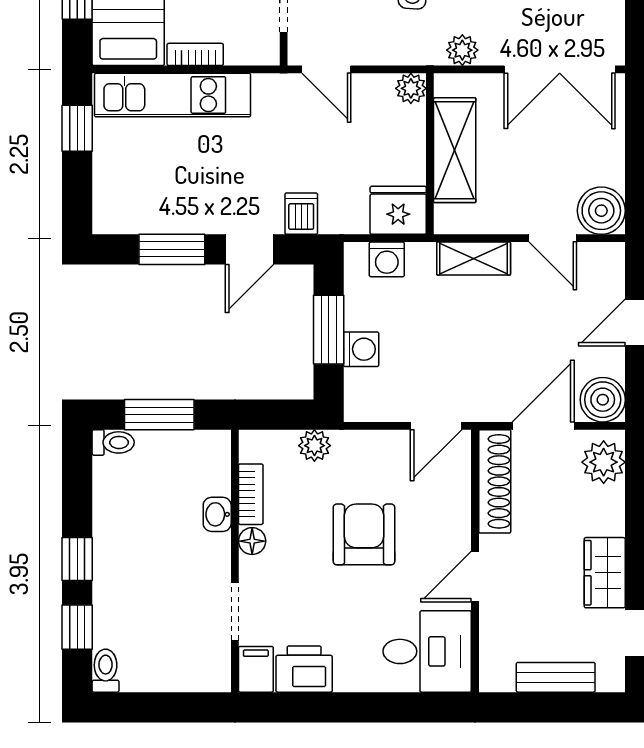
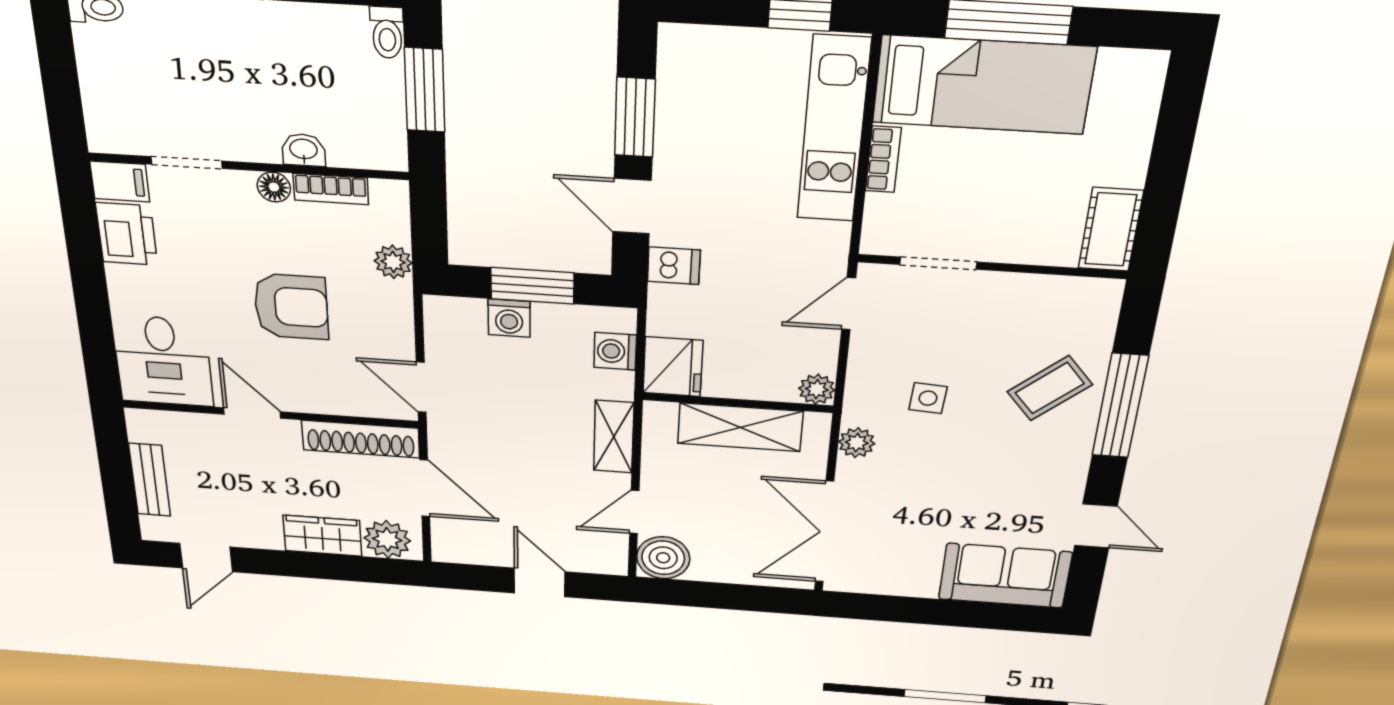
boiler: (603, 400) -> (455, 544), removed
wardrobe: (605, 573) -> (322, 536), moved

